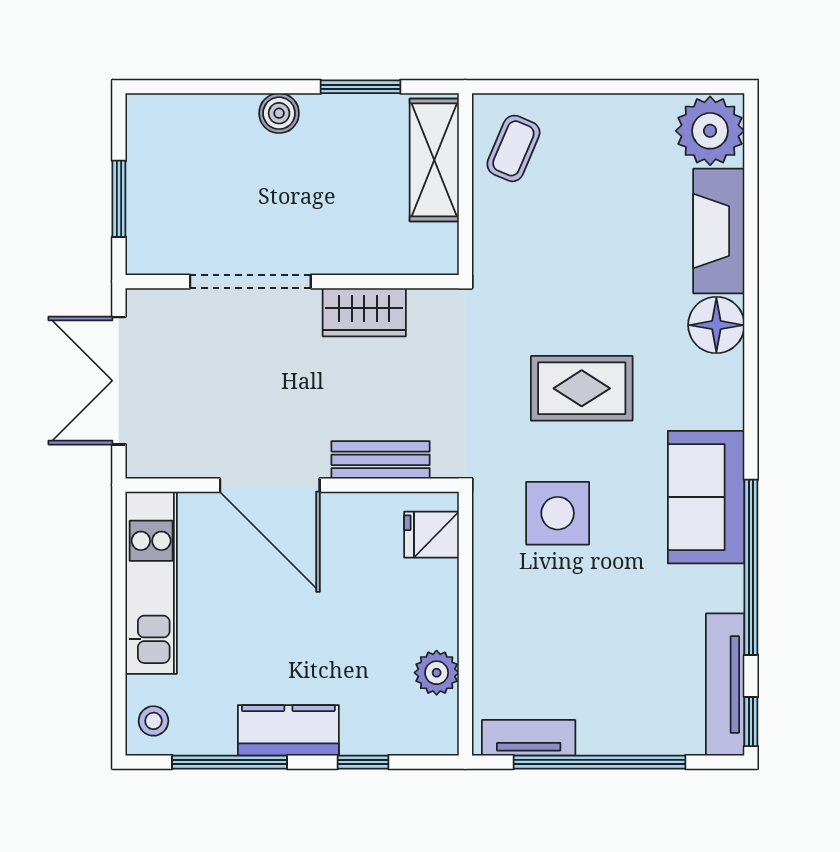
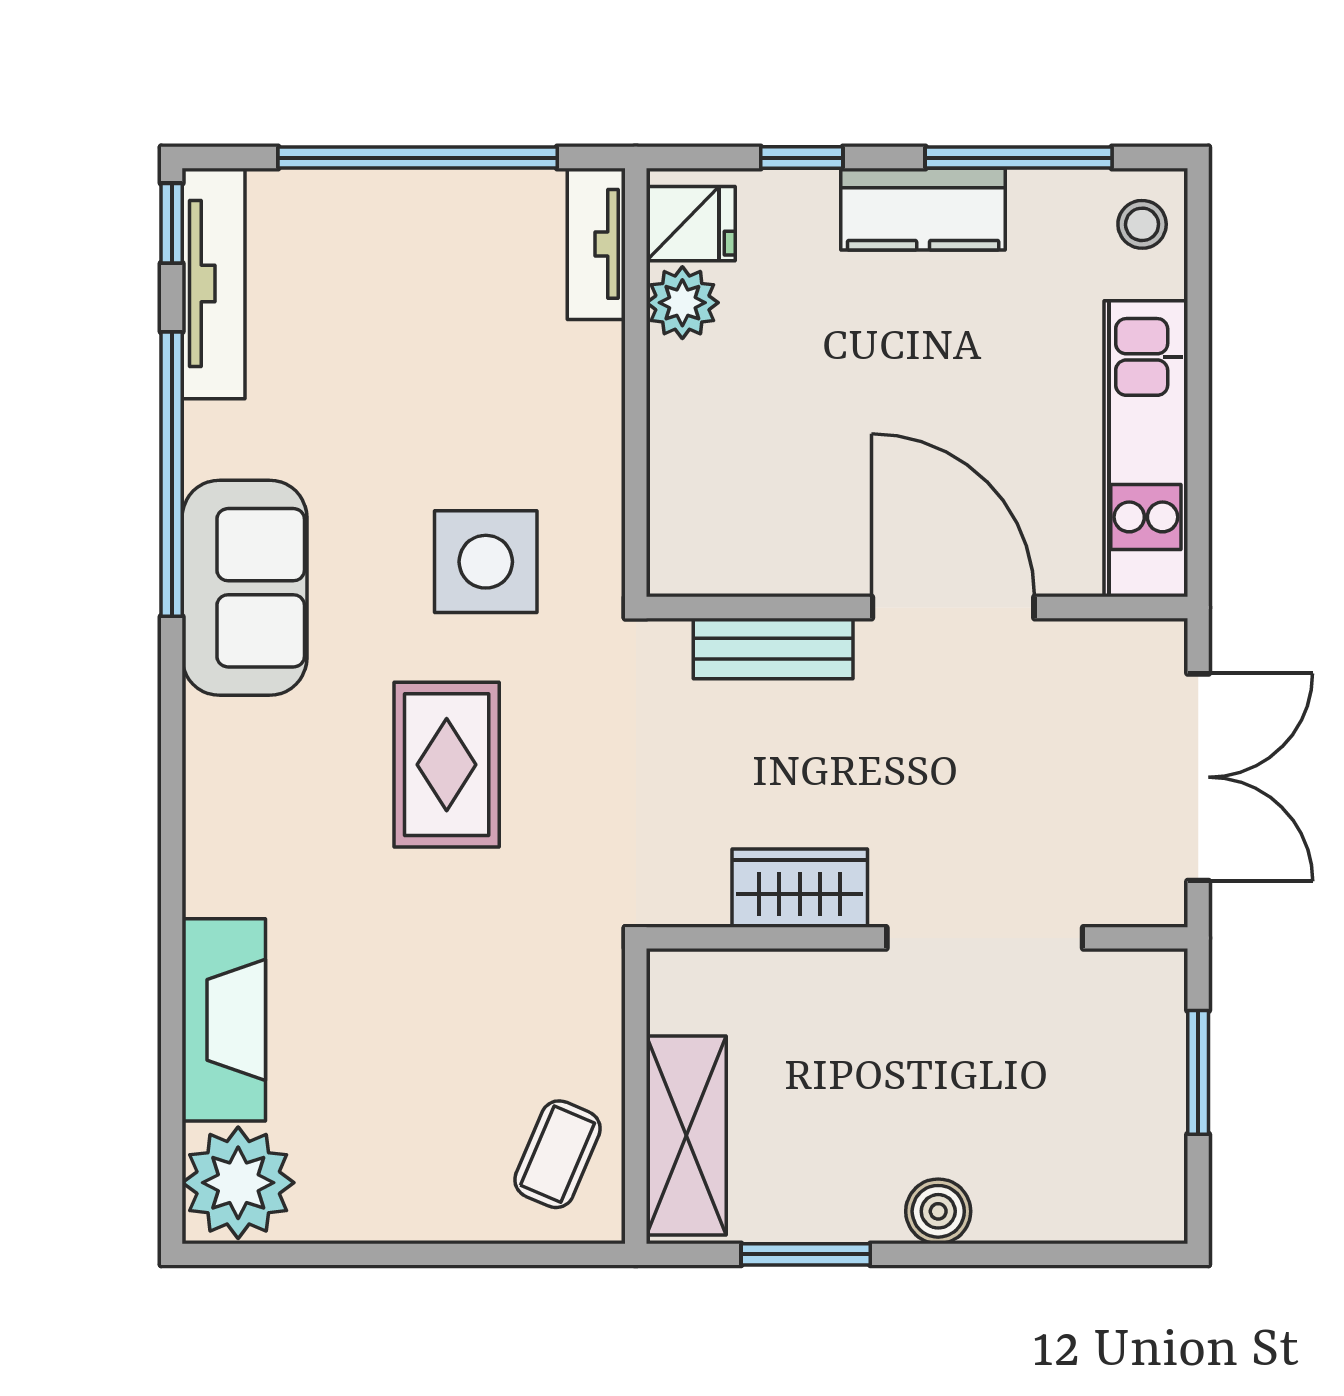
floor lamp: (716, 325) -> (228, 867), removed
rug: (582, 388) -> (447, 765), turned 90
fridge: (431, 535) -> (691, 224), moved
tv unit: (529, 738) -> (596, 244), moved, turned 90

